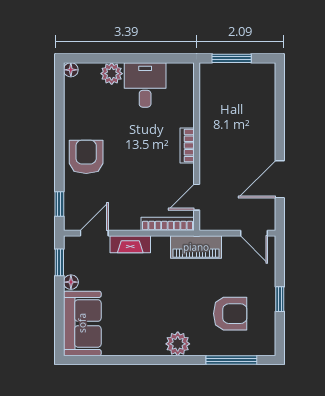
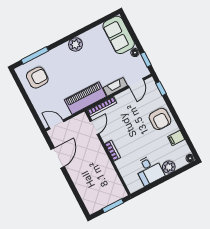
filing cabinet: (76, 113) -> (176, 138), added
piano: (196, 247) -> (85, 98), width x1.37, depth x1.33
window: (280, 299) -> (27, 98), removed
armchair: (230, 314) -> (37, 78), moved, turned 180
plant: (178, 344) -> (75, 44), moved

